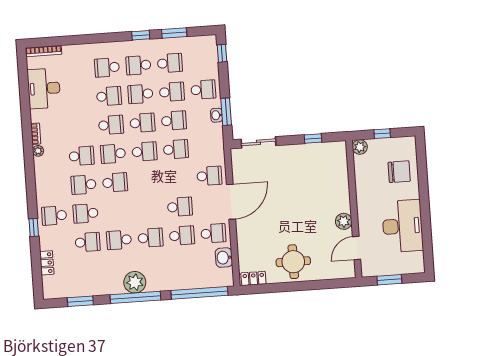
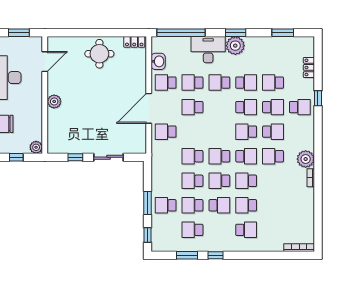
school desk: (138, 65) -> (246, 107), moved
desk: (44, 88) -> (208, 50), moved, turned -90
window: (226, 112) -> (148, 203), moved
washbasin: (216, 115) -> (156, 183), removed
sliding door: (258, 142) -> (108, 157), moved
plant: (38, 151) -> (306, 159), width x1.88, depth x1.88
plant: (344, 221) -> (54, 101), moved
window: (135, 297) -> (236, 33), width x0.47

